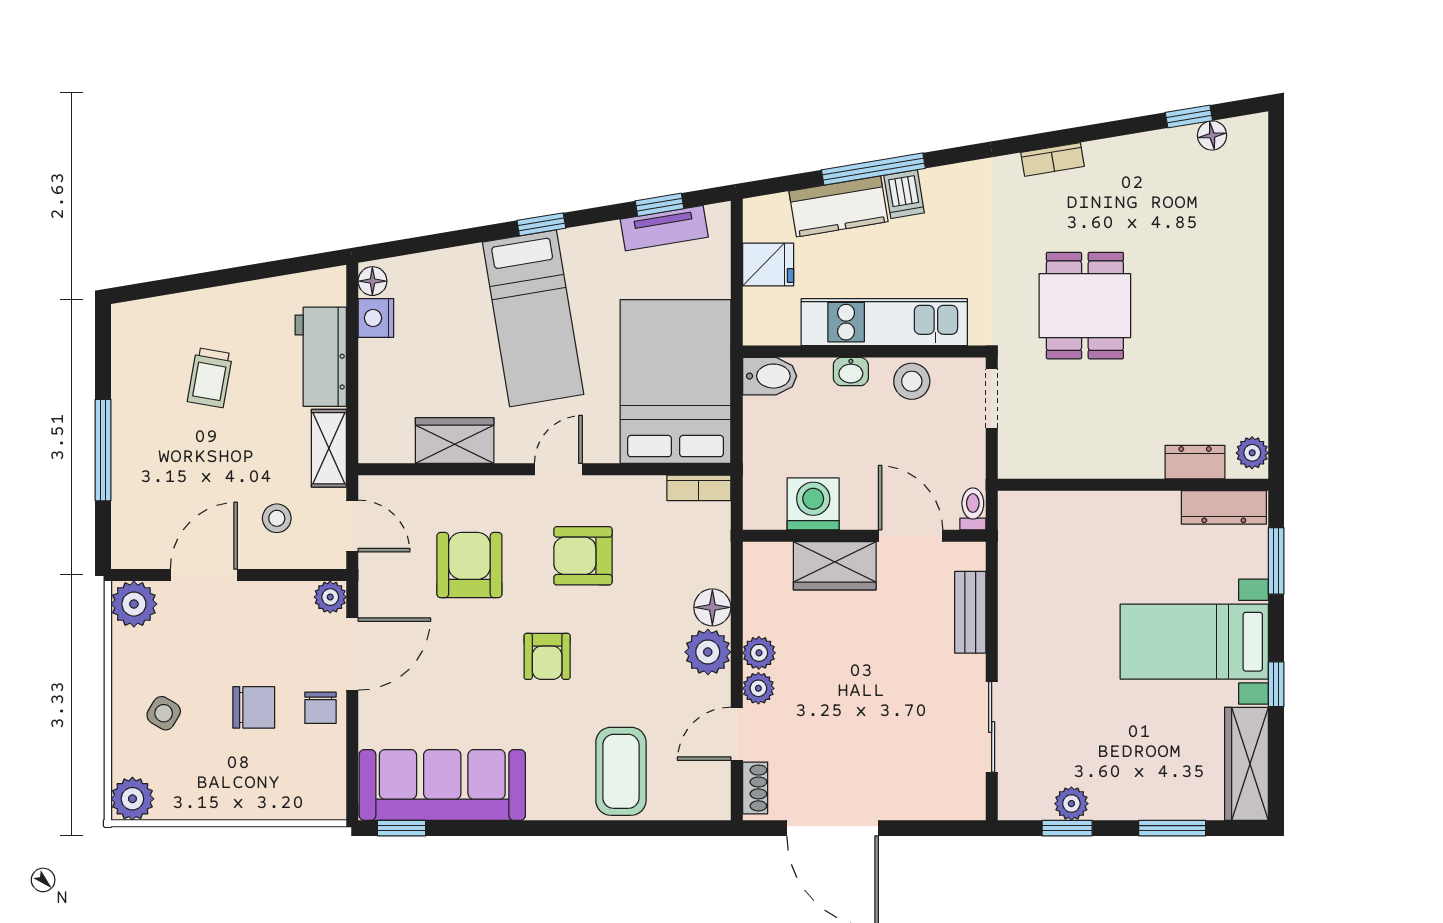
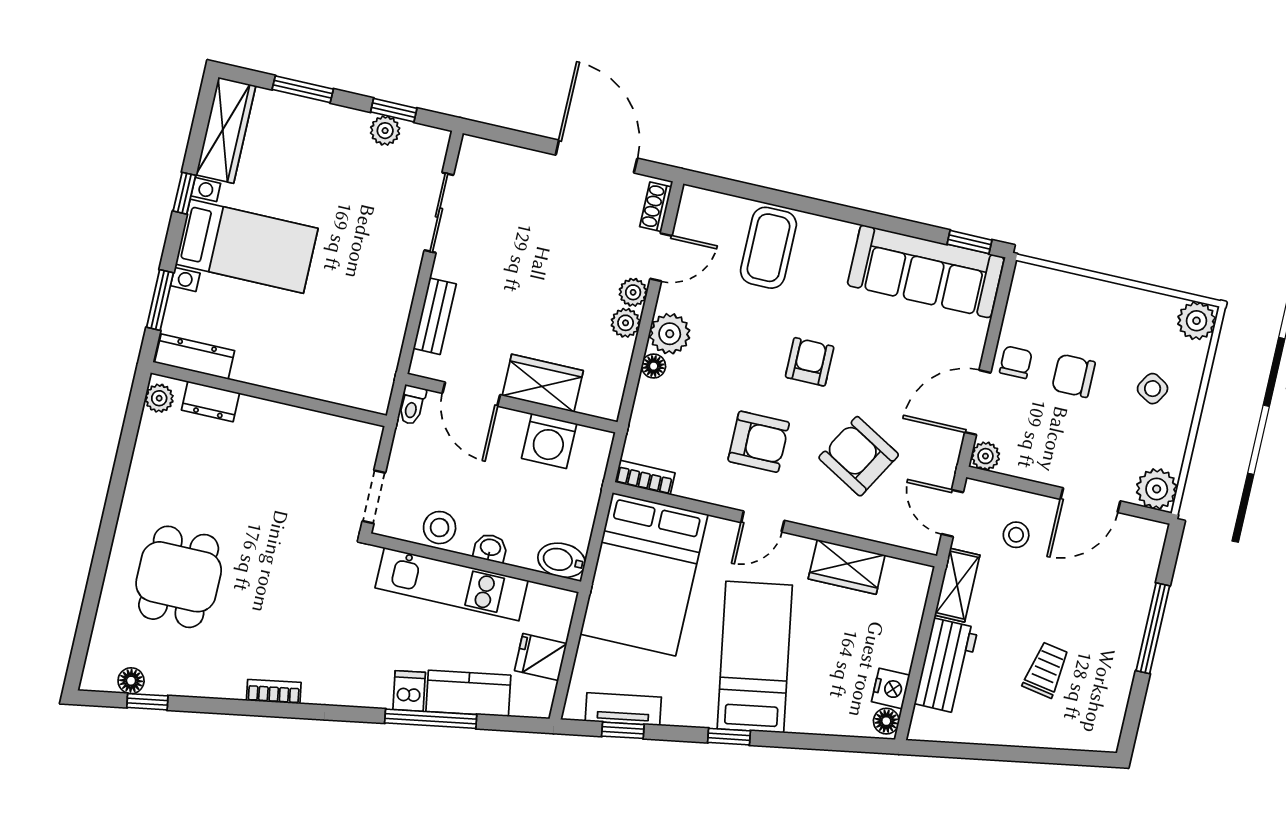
dining table: (1085, 306) -> (179, 577), moved
armchair: (469, 565) -> (859, 456), turned 120
floor lamp: (712, 607) -> (654, 366), width x0.73, depth x0.73

